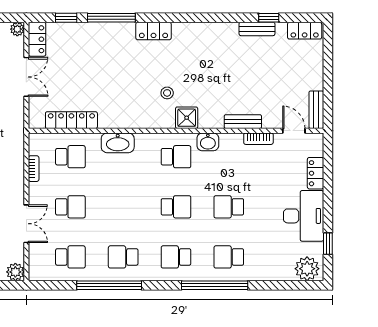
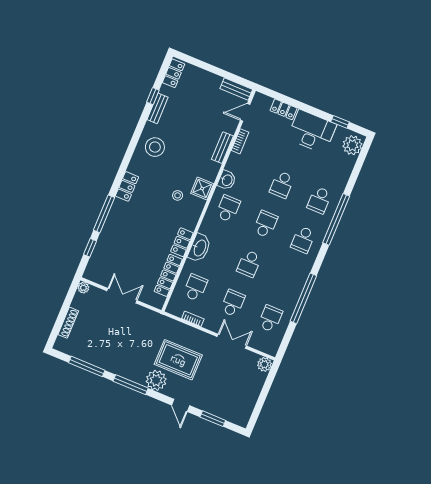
locker: (37, 39) -> (182, 242), moved, turned -90
stool: (212, 44) -> (155, 147), added
school desk: (123, 257) -> (249, 264), moved

